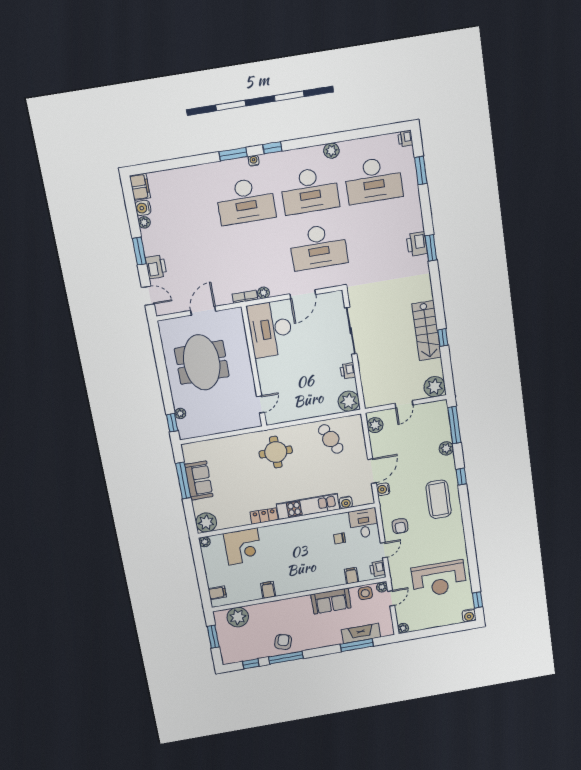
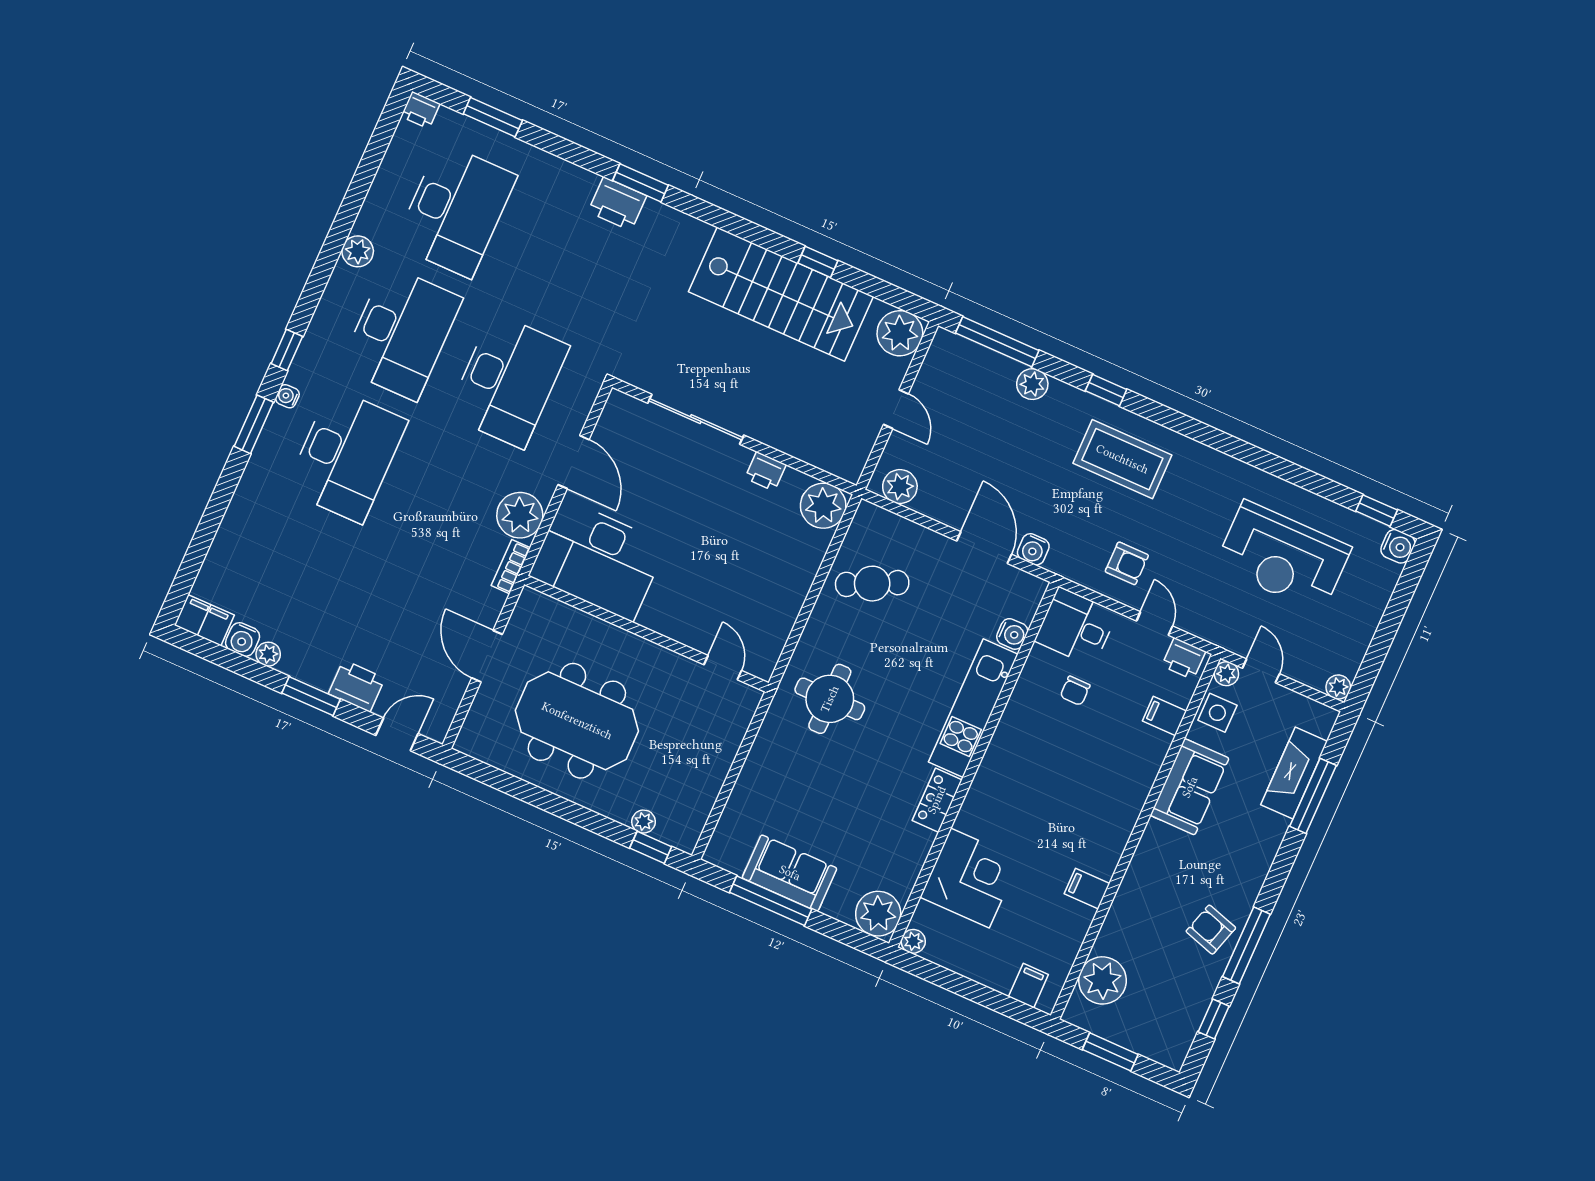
plant: (264, 293) -> (520, 515), width x1.87, depth x1.87
stairs: (427, 331) -> (781, 294), width x1.36, depth x1.51
reception desk: (439, 579) -> (1283, 557), turned 90

